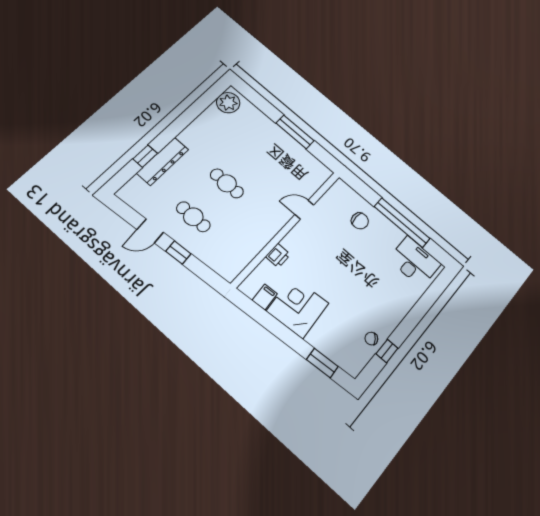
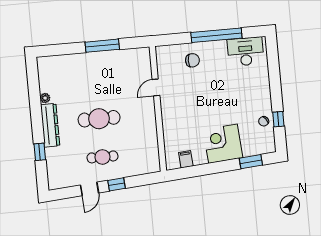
plant: (228, 103) -> (45, 98), moved, width x0.53, depth x0.53
dresser: (163, 161) -> (50, 125), moved
cafe table: (227, 183) -> (99, 119), width x1.37, depth x1.35
printer: (278, 256) -> (169, 129), removed
corner desk: (298, 307) -> (223, 144), moved

